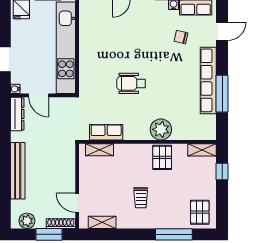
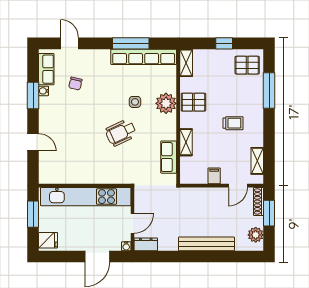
row of seats: (208, 80) -> (144, 57), moved
wheelchair: (131, 83) -> (121, 133), turned 65
side table: (162, 98) -> (135, 102), added
dresser: (17, 114) -> (146, 244), width x0.70
shelving: (100, 150) -> (186, 142), moved
window: (222, 171) -> (224, 43), moved
filing cabinet: (87, 179) -> (214, 176), added

